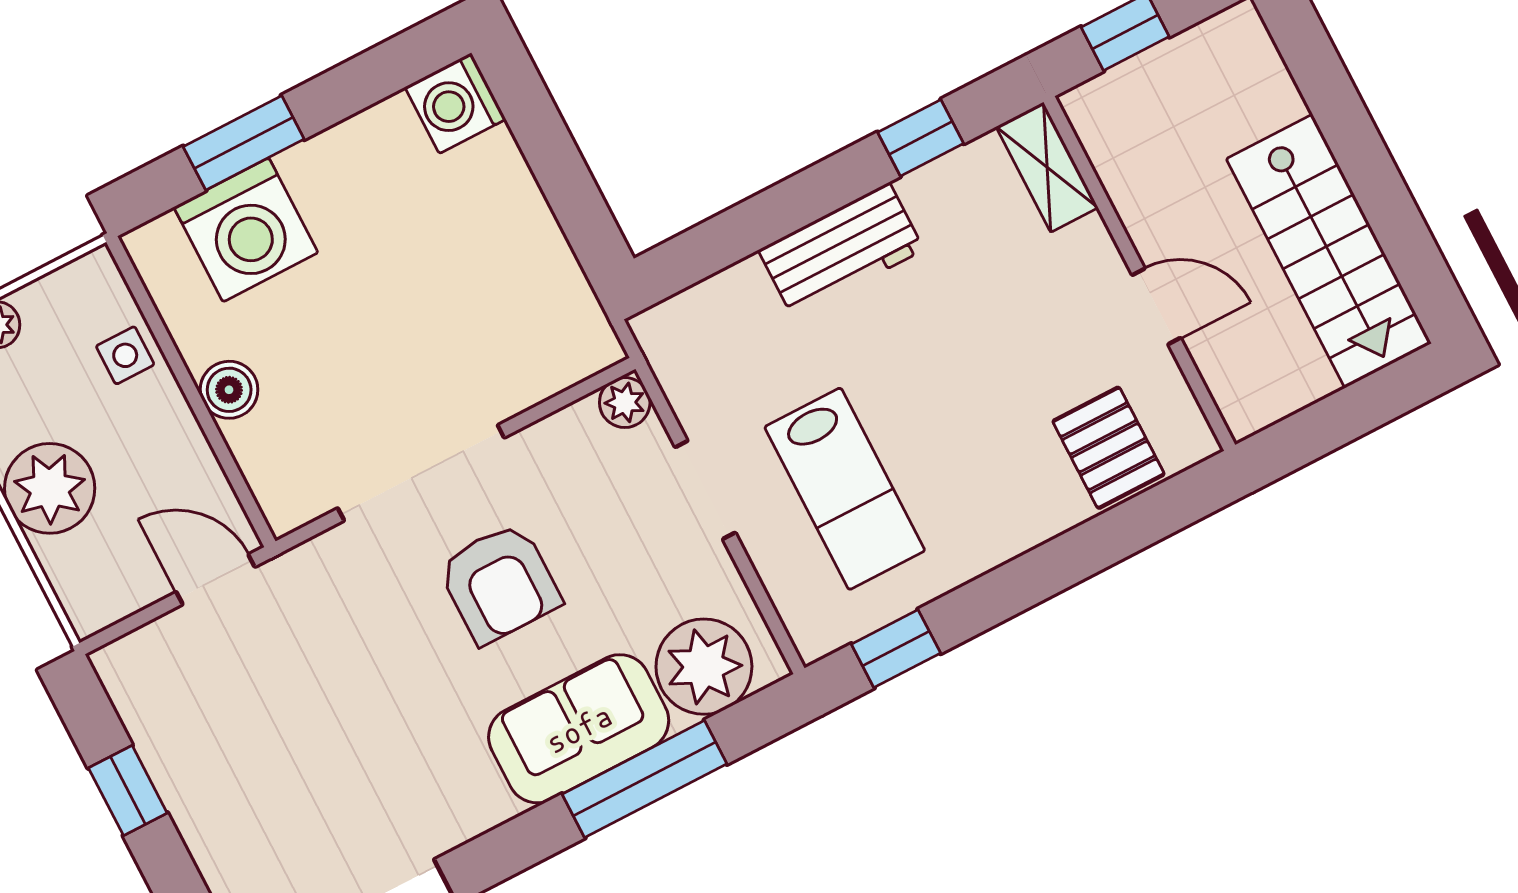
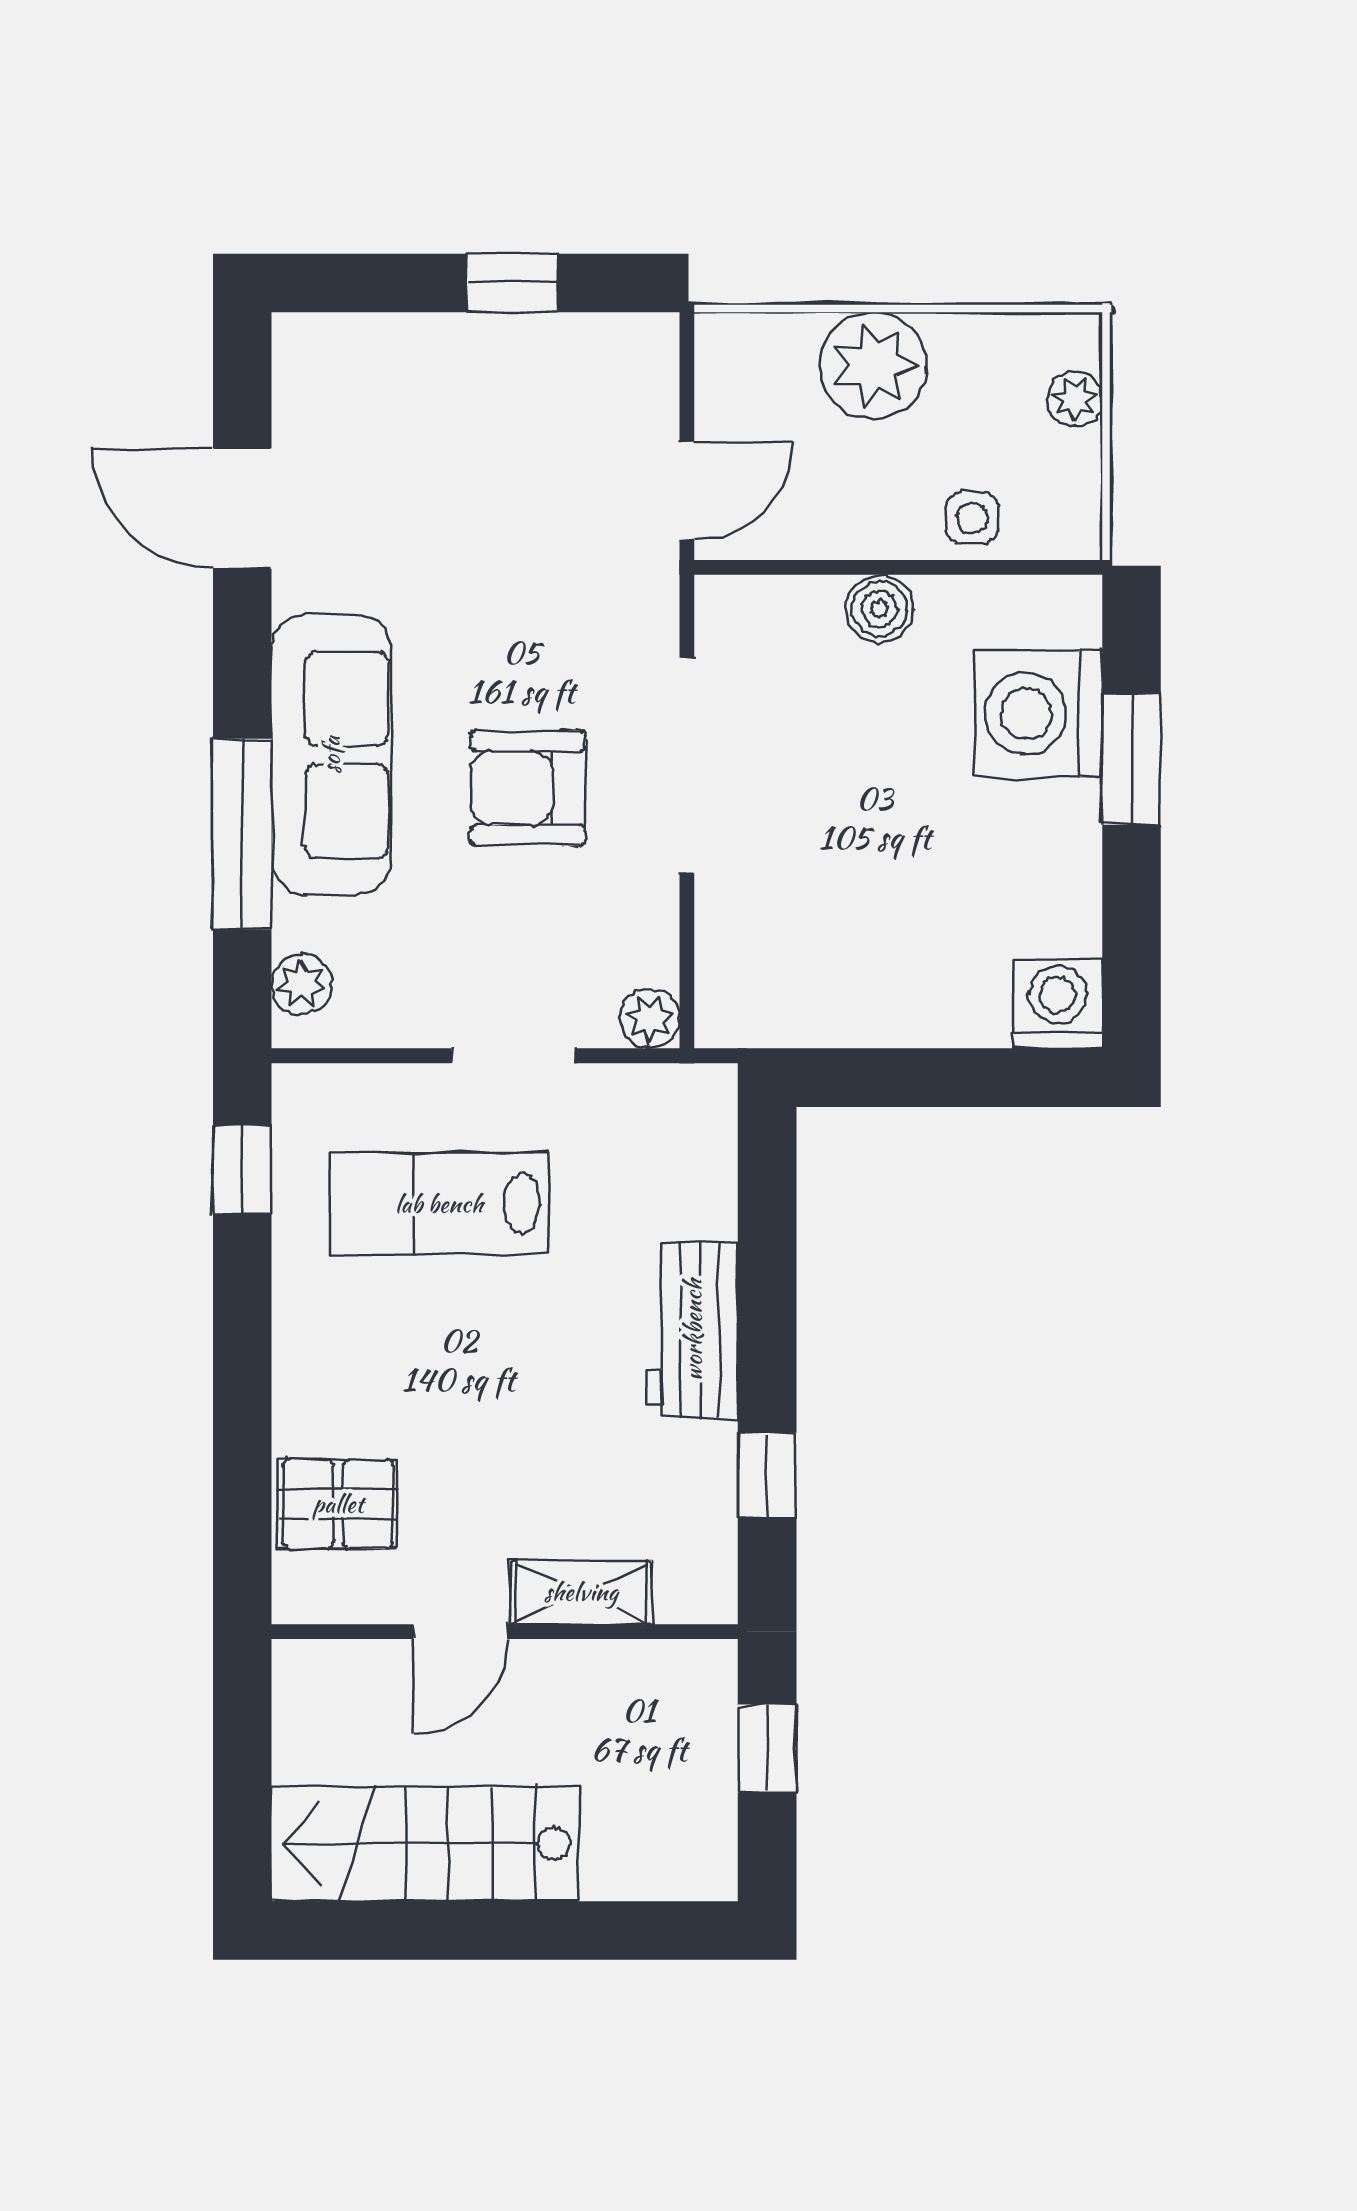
shelving: (1047, 167) -> (581, 1592), moved
plant: (704, 667) -> (302, 984), width x0.53, depth x0.53
sofa: (579, 729) -> (331, 755), width x1.36

